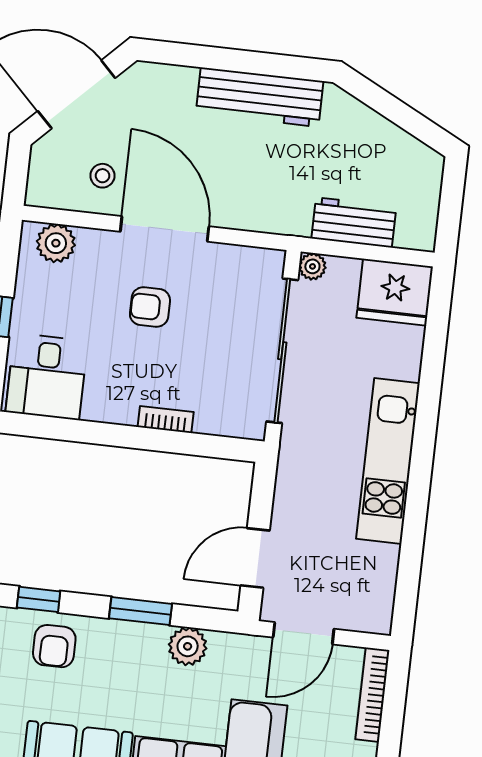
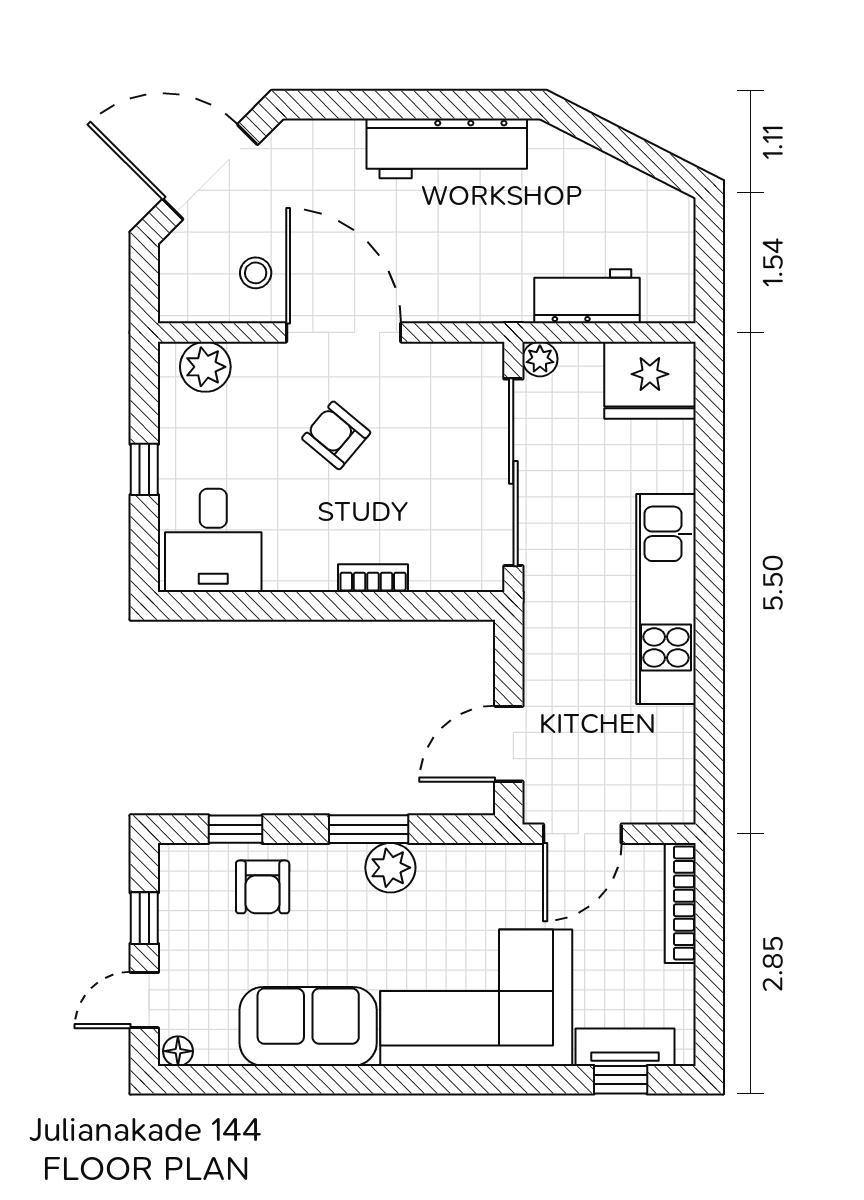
armchair: (150, 307) -> (336, 435), turned 40
plant: (188, 646) -> (390, 868), moved

